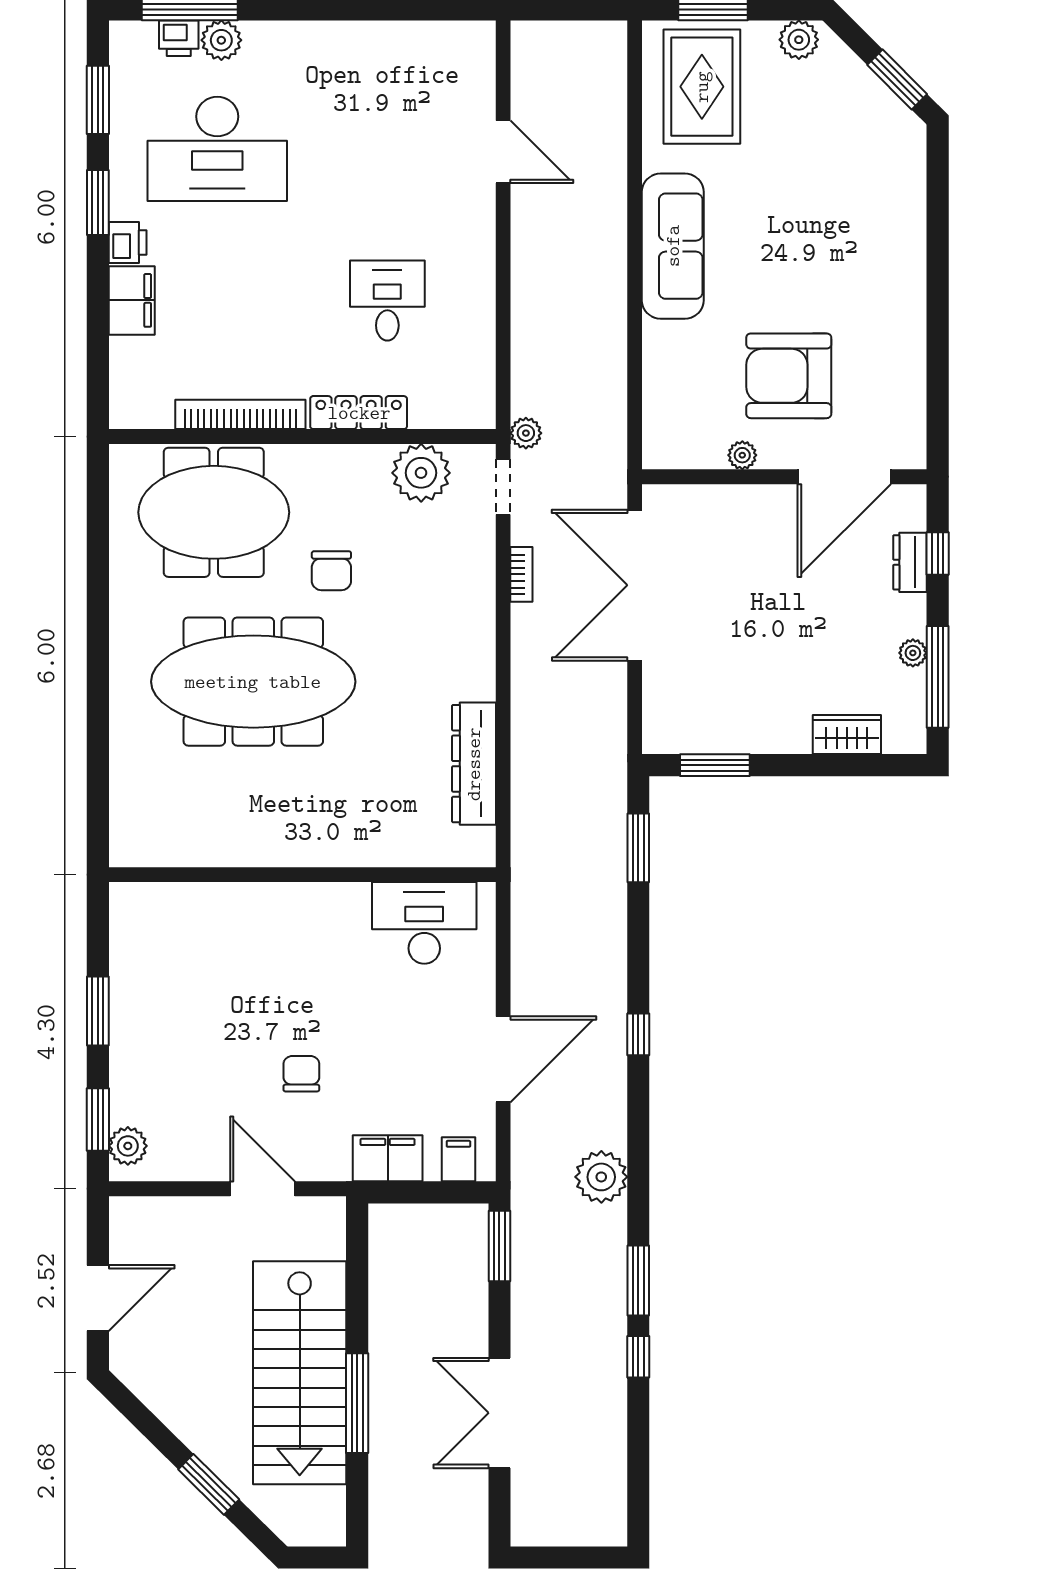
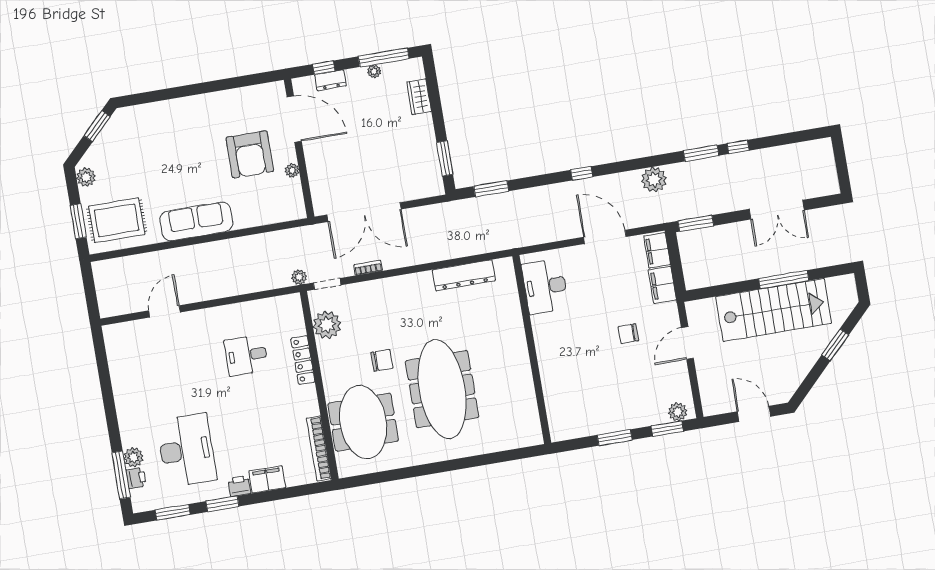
bookcase: (240, 414) -> (319, 448), moved
filing cabinet: (458, 1159) -> (657, 250), width x2.00

